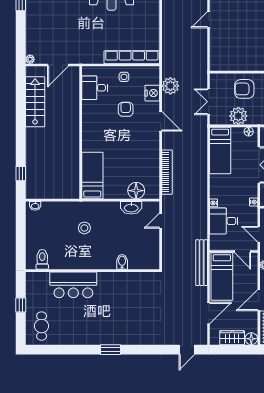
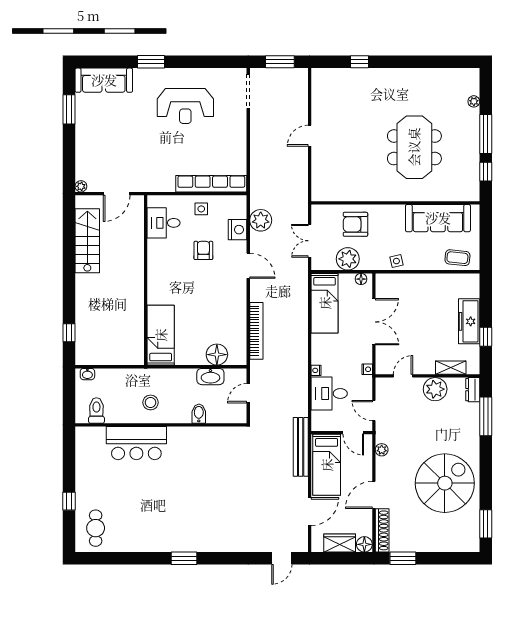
toilet: (42, 259) -> (96, 411), moved
bidet: (122, 262) -> (199, 414), moved
wall: (93, 271) -> (161, 425), moved
bar counter: (73, 285) -> (136, 443), moved

